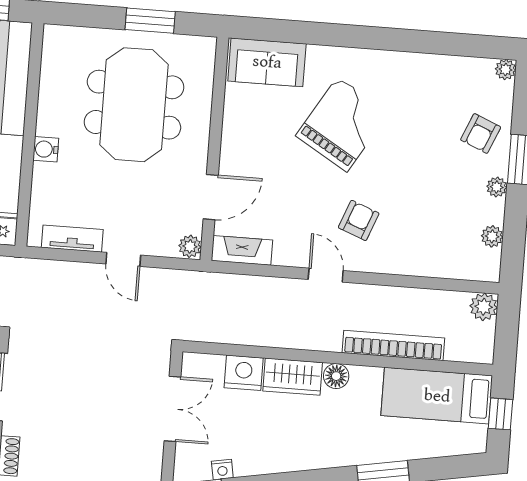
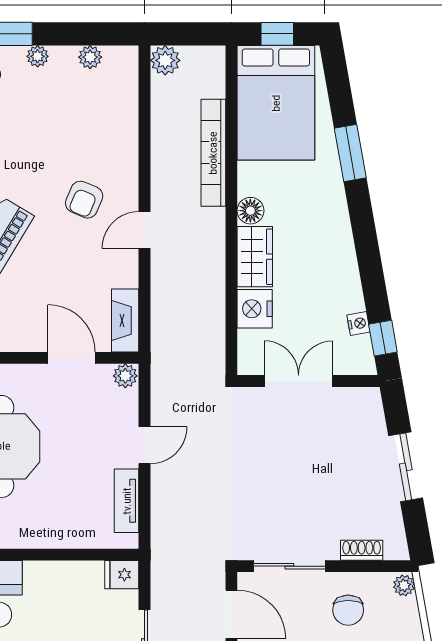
water cooler: (46, 149) -> (34, 536), removed
armchair: (359, 220) -> (84, 200), turned -88
bed: (437, 396) -> (276, 103), width x1.50

